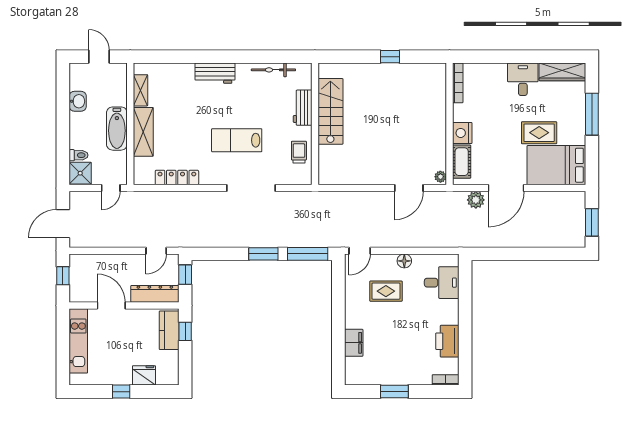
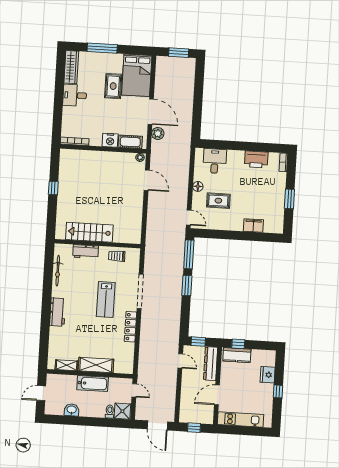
locker: (177, 178) -> (131, 327), moved
rug: (386, 291) -> (218, 201), turned 90

